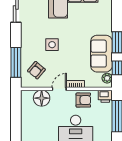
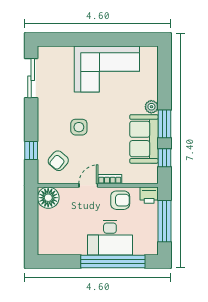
window: (16, 62) -> (31, 151), width x0.46
plant: (107, 78) -> (151, 107), moved
floor lamp: (42, 98) -> (48, 198), moved

